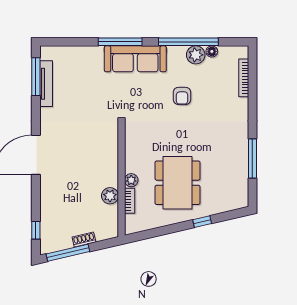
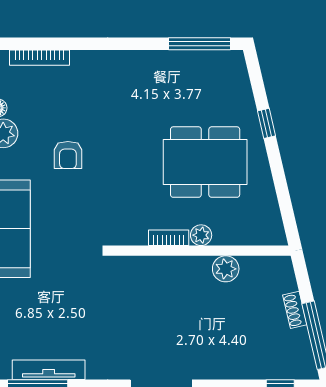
armchair: (182, 96) -> (68, 155), turned 90
window: (252, 158) -> (200, 44), moved
bookcase: (130, 201) -> (169, 238), moved

